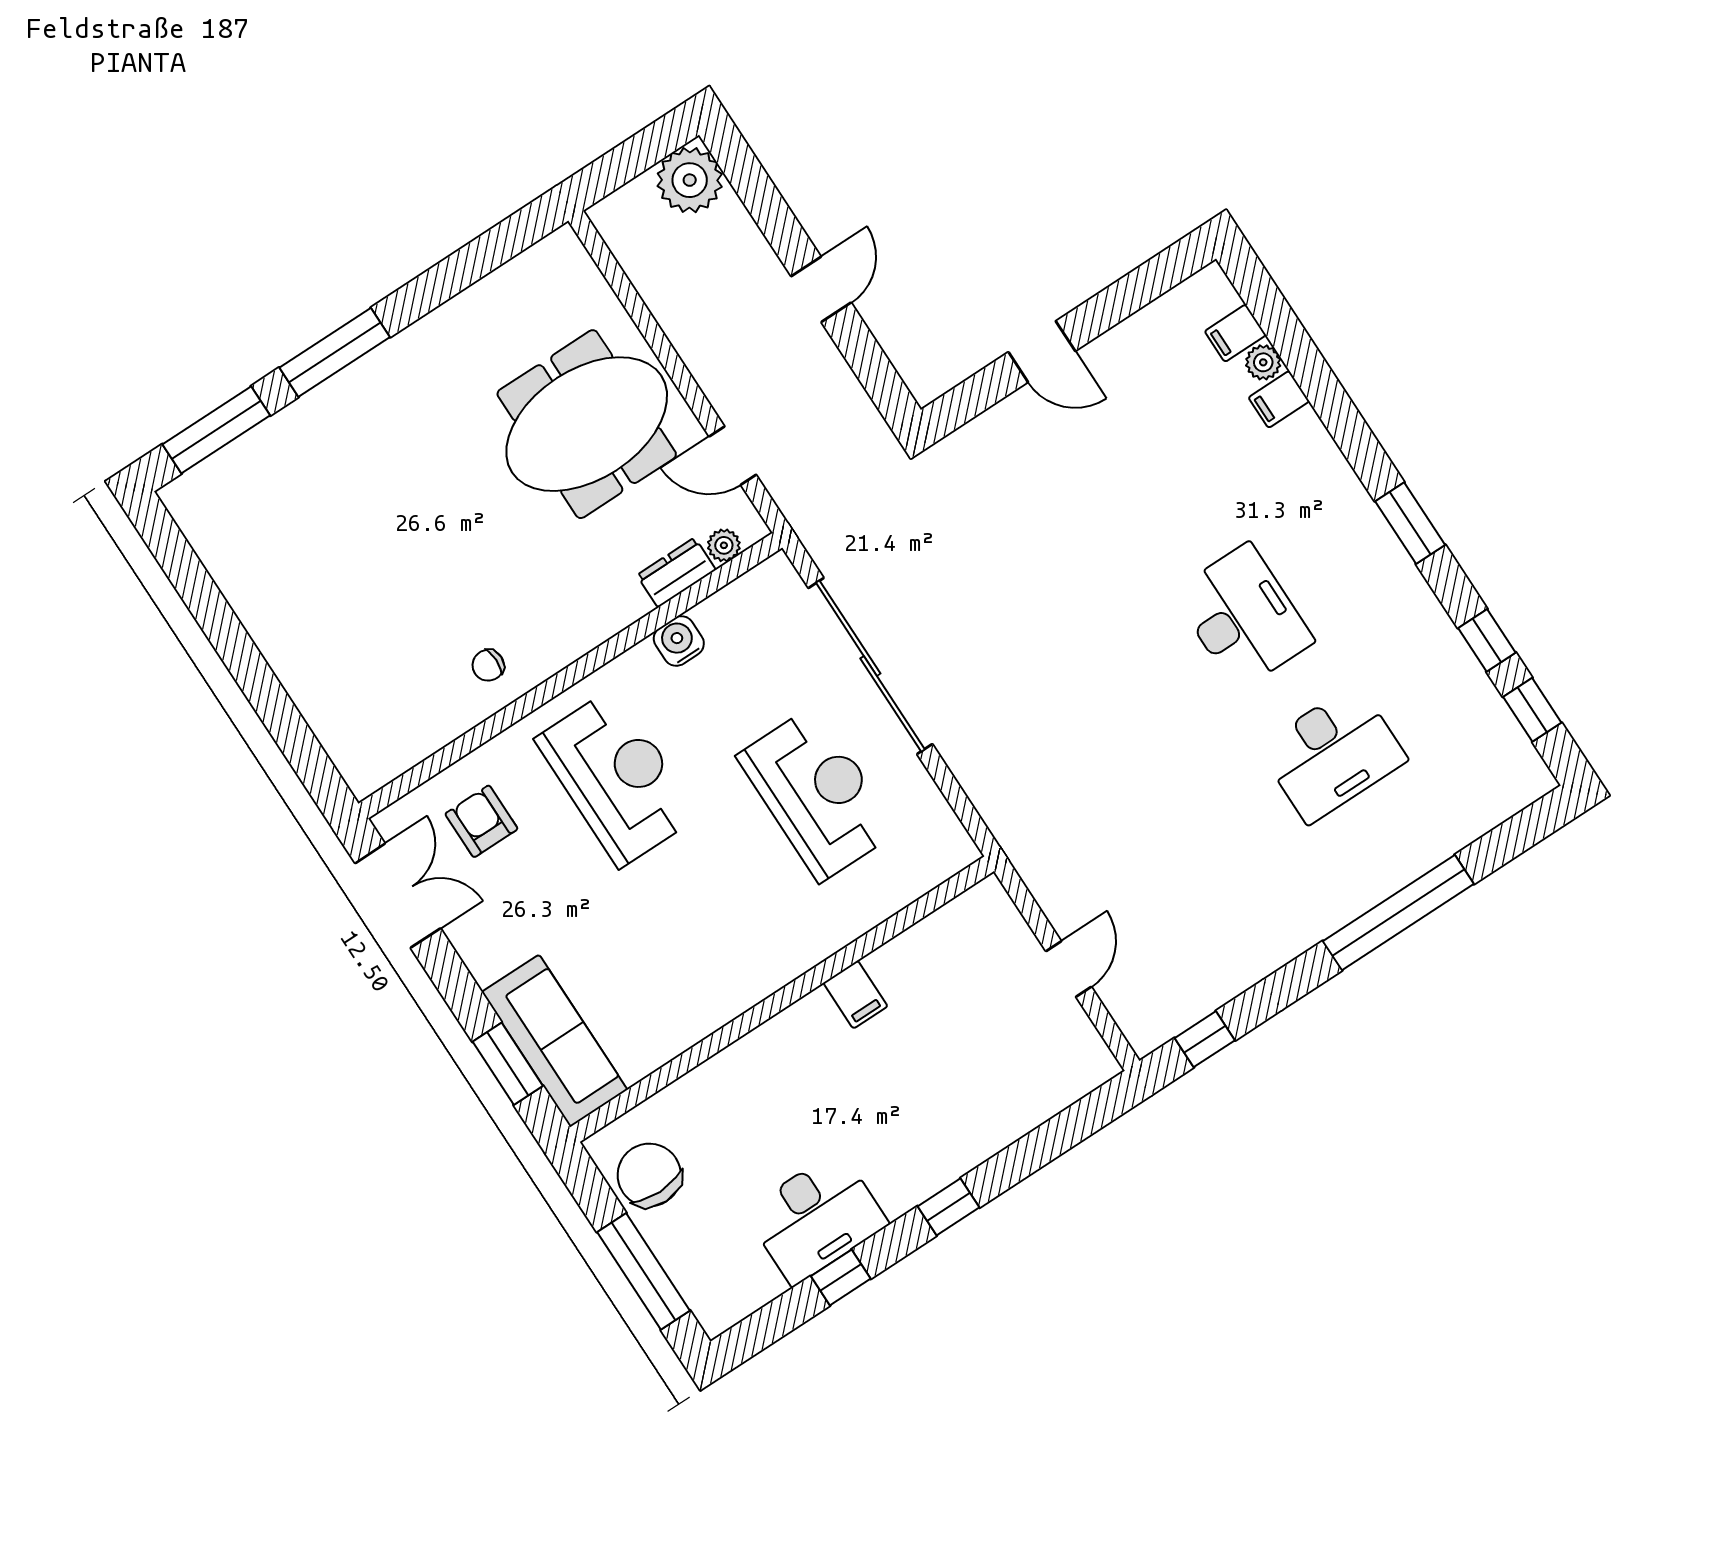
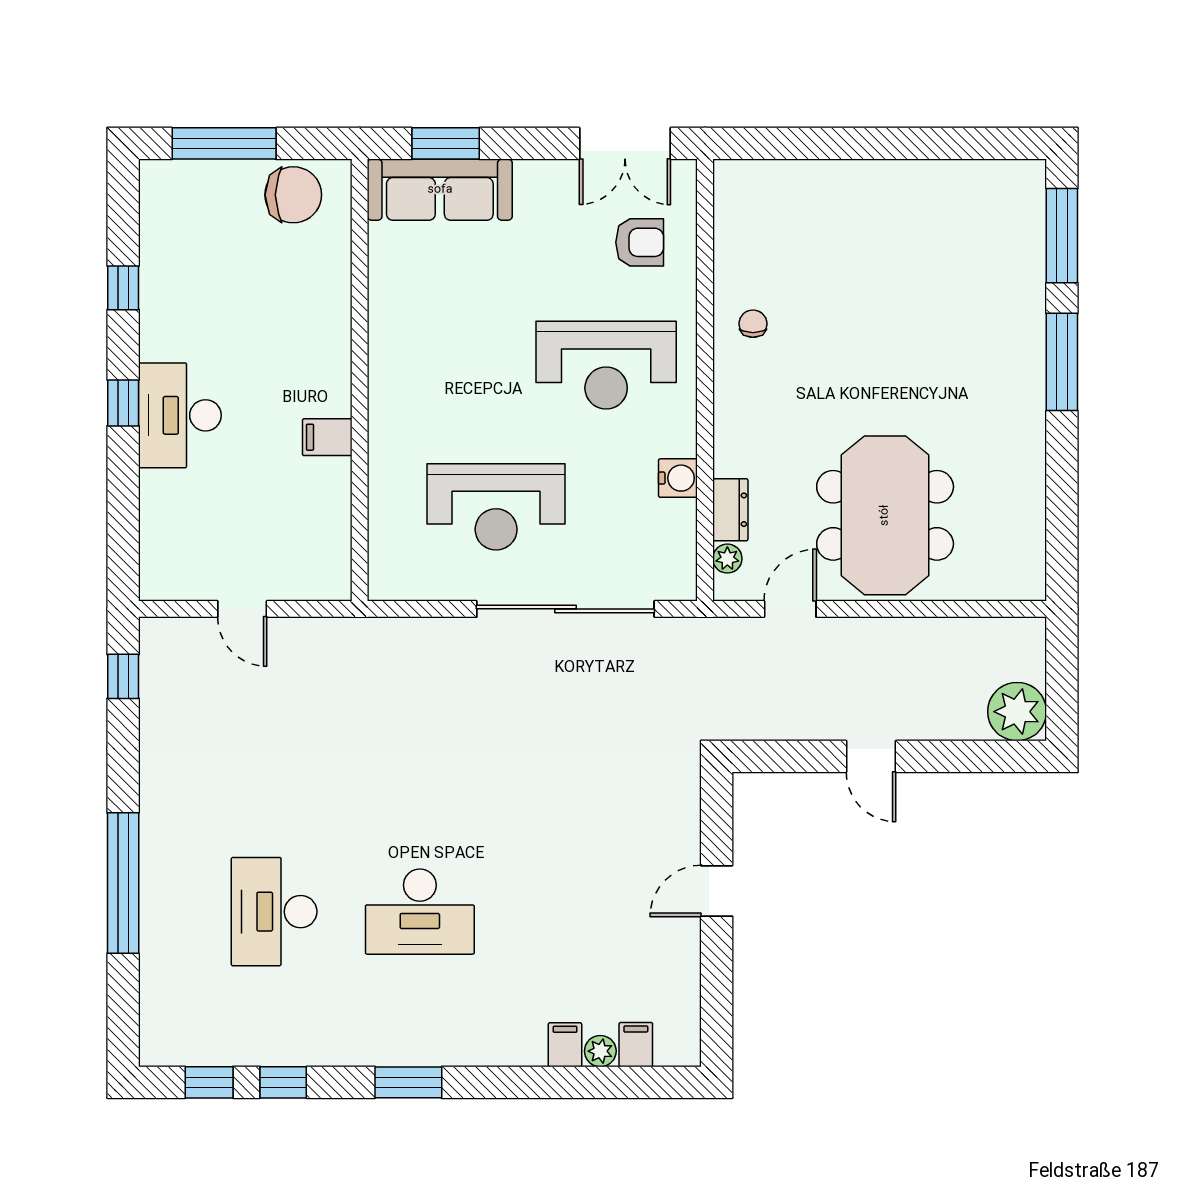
desk: (816, 1218) -> (180, 415), moved

